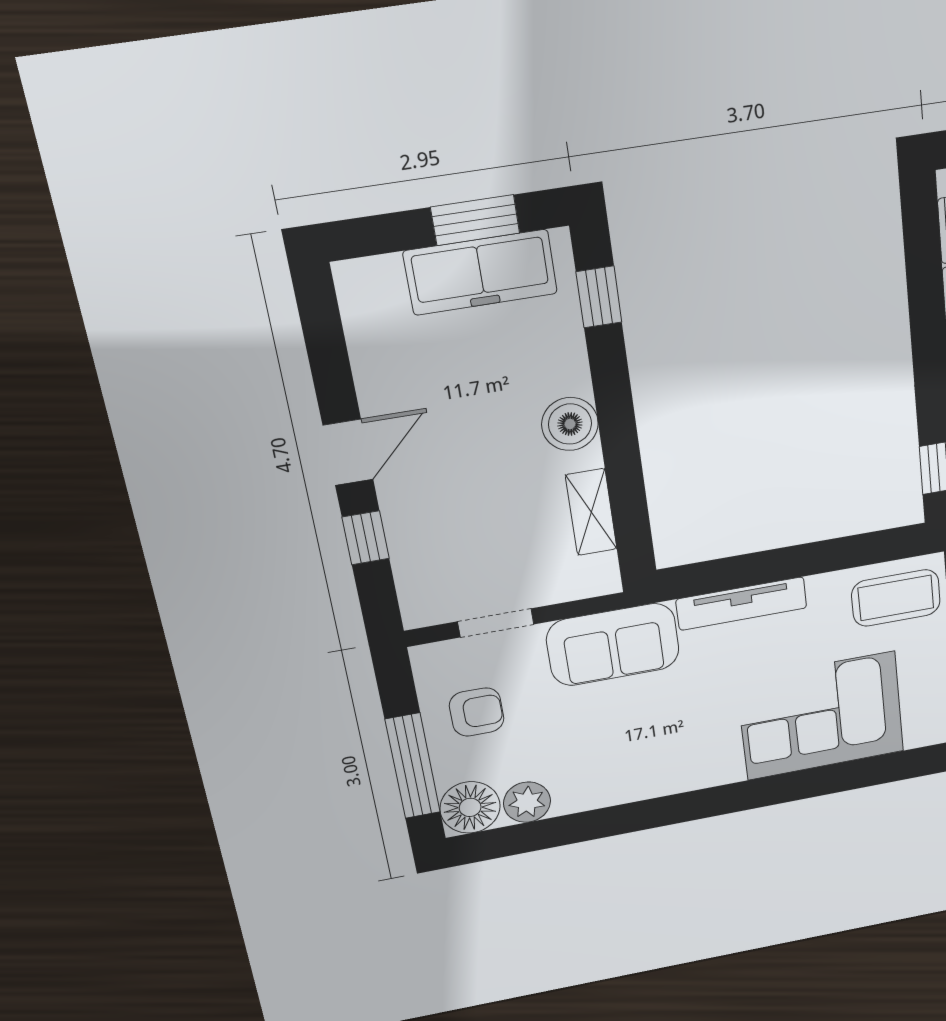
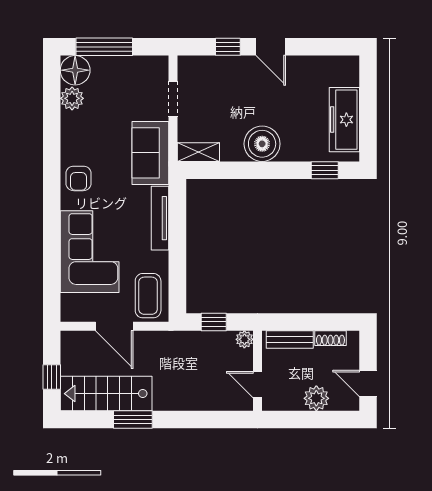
window: (475, 220) -> (368, 121), removed
boiler: (570, 424) -> (262, 144), width x1.37, depth x1.37
shelving: (591, 512) -> (198, 152), moved
armchair: (477, 712) -> (79, 178), moved

